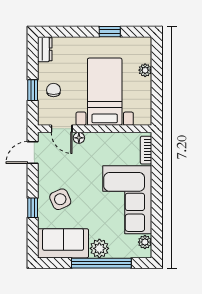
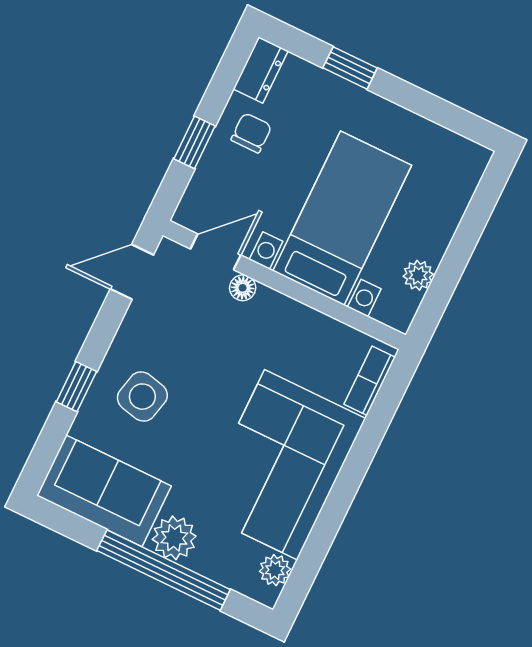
window: (110, 32) -> (350, 68), moved
plant: (145, 70) -> (418, 275), moved
chair: (54, 90) -> (251, 133), moved
door: (62, 129) -> (216, 252), swing flipped
side table: (60, 199) -> (142, 397), turned 37

